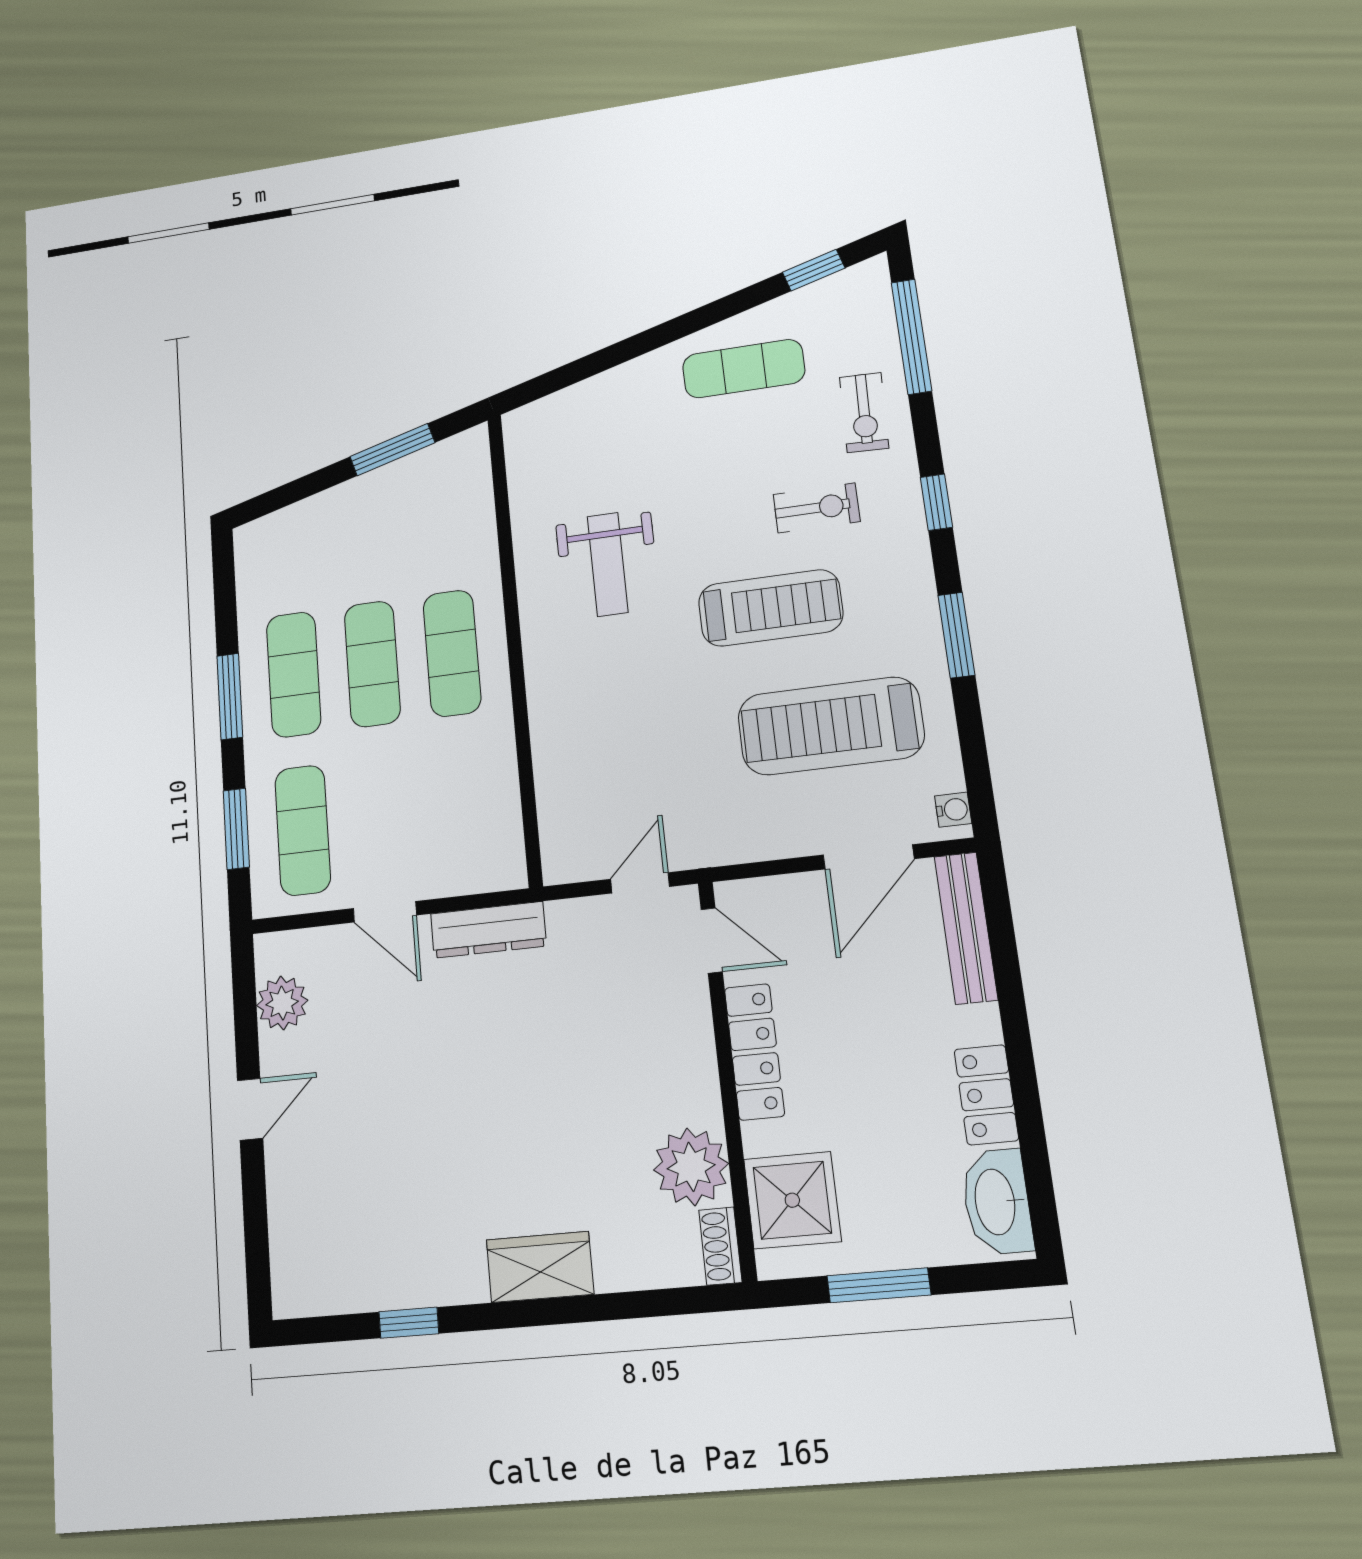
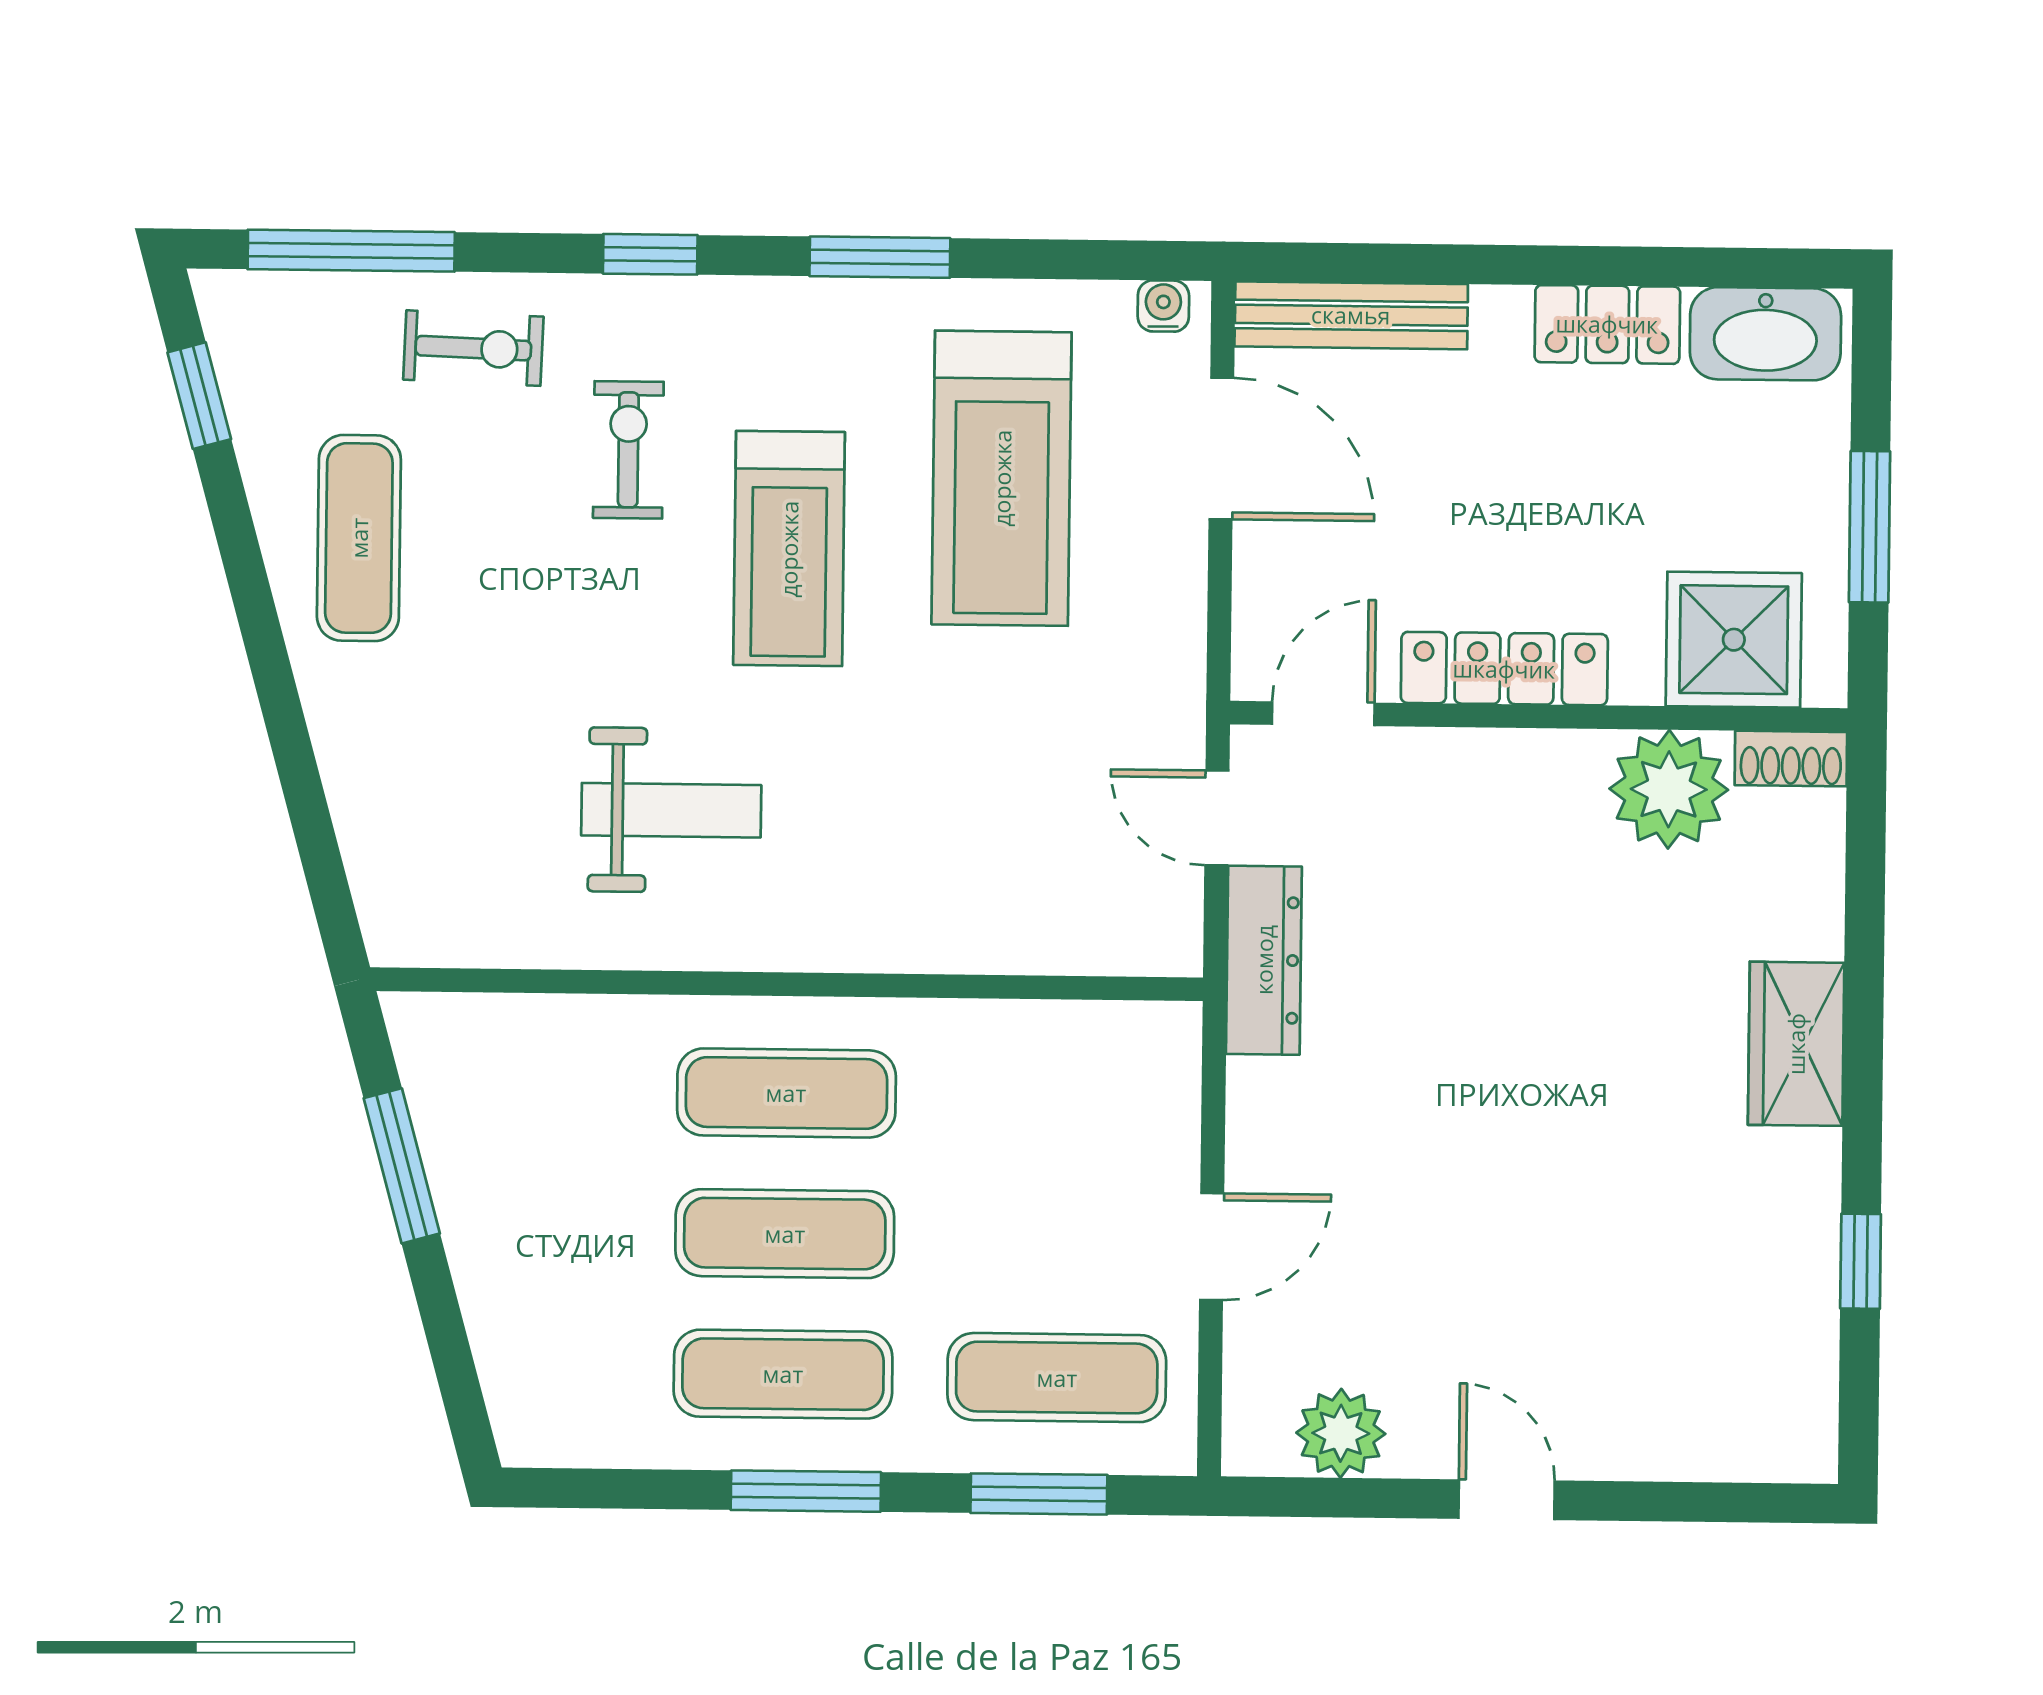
treadmill: (770, 608) -> (789, 549), turned 180
dresser: (488, 930) -> (1264, 960), moved

